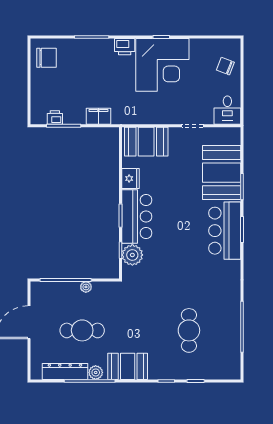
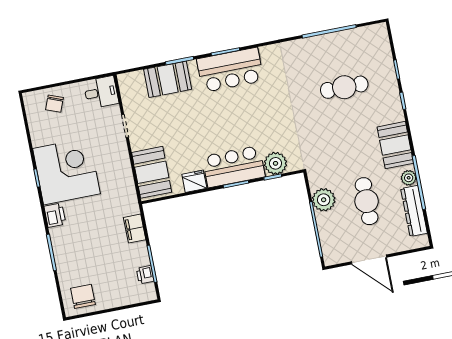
booth: (222, 173) -> (168, 79), width x0.73, depth x0.70
plant: (86, 287) -> (324, 200), width x1.88, depth x1.88

